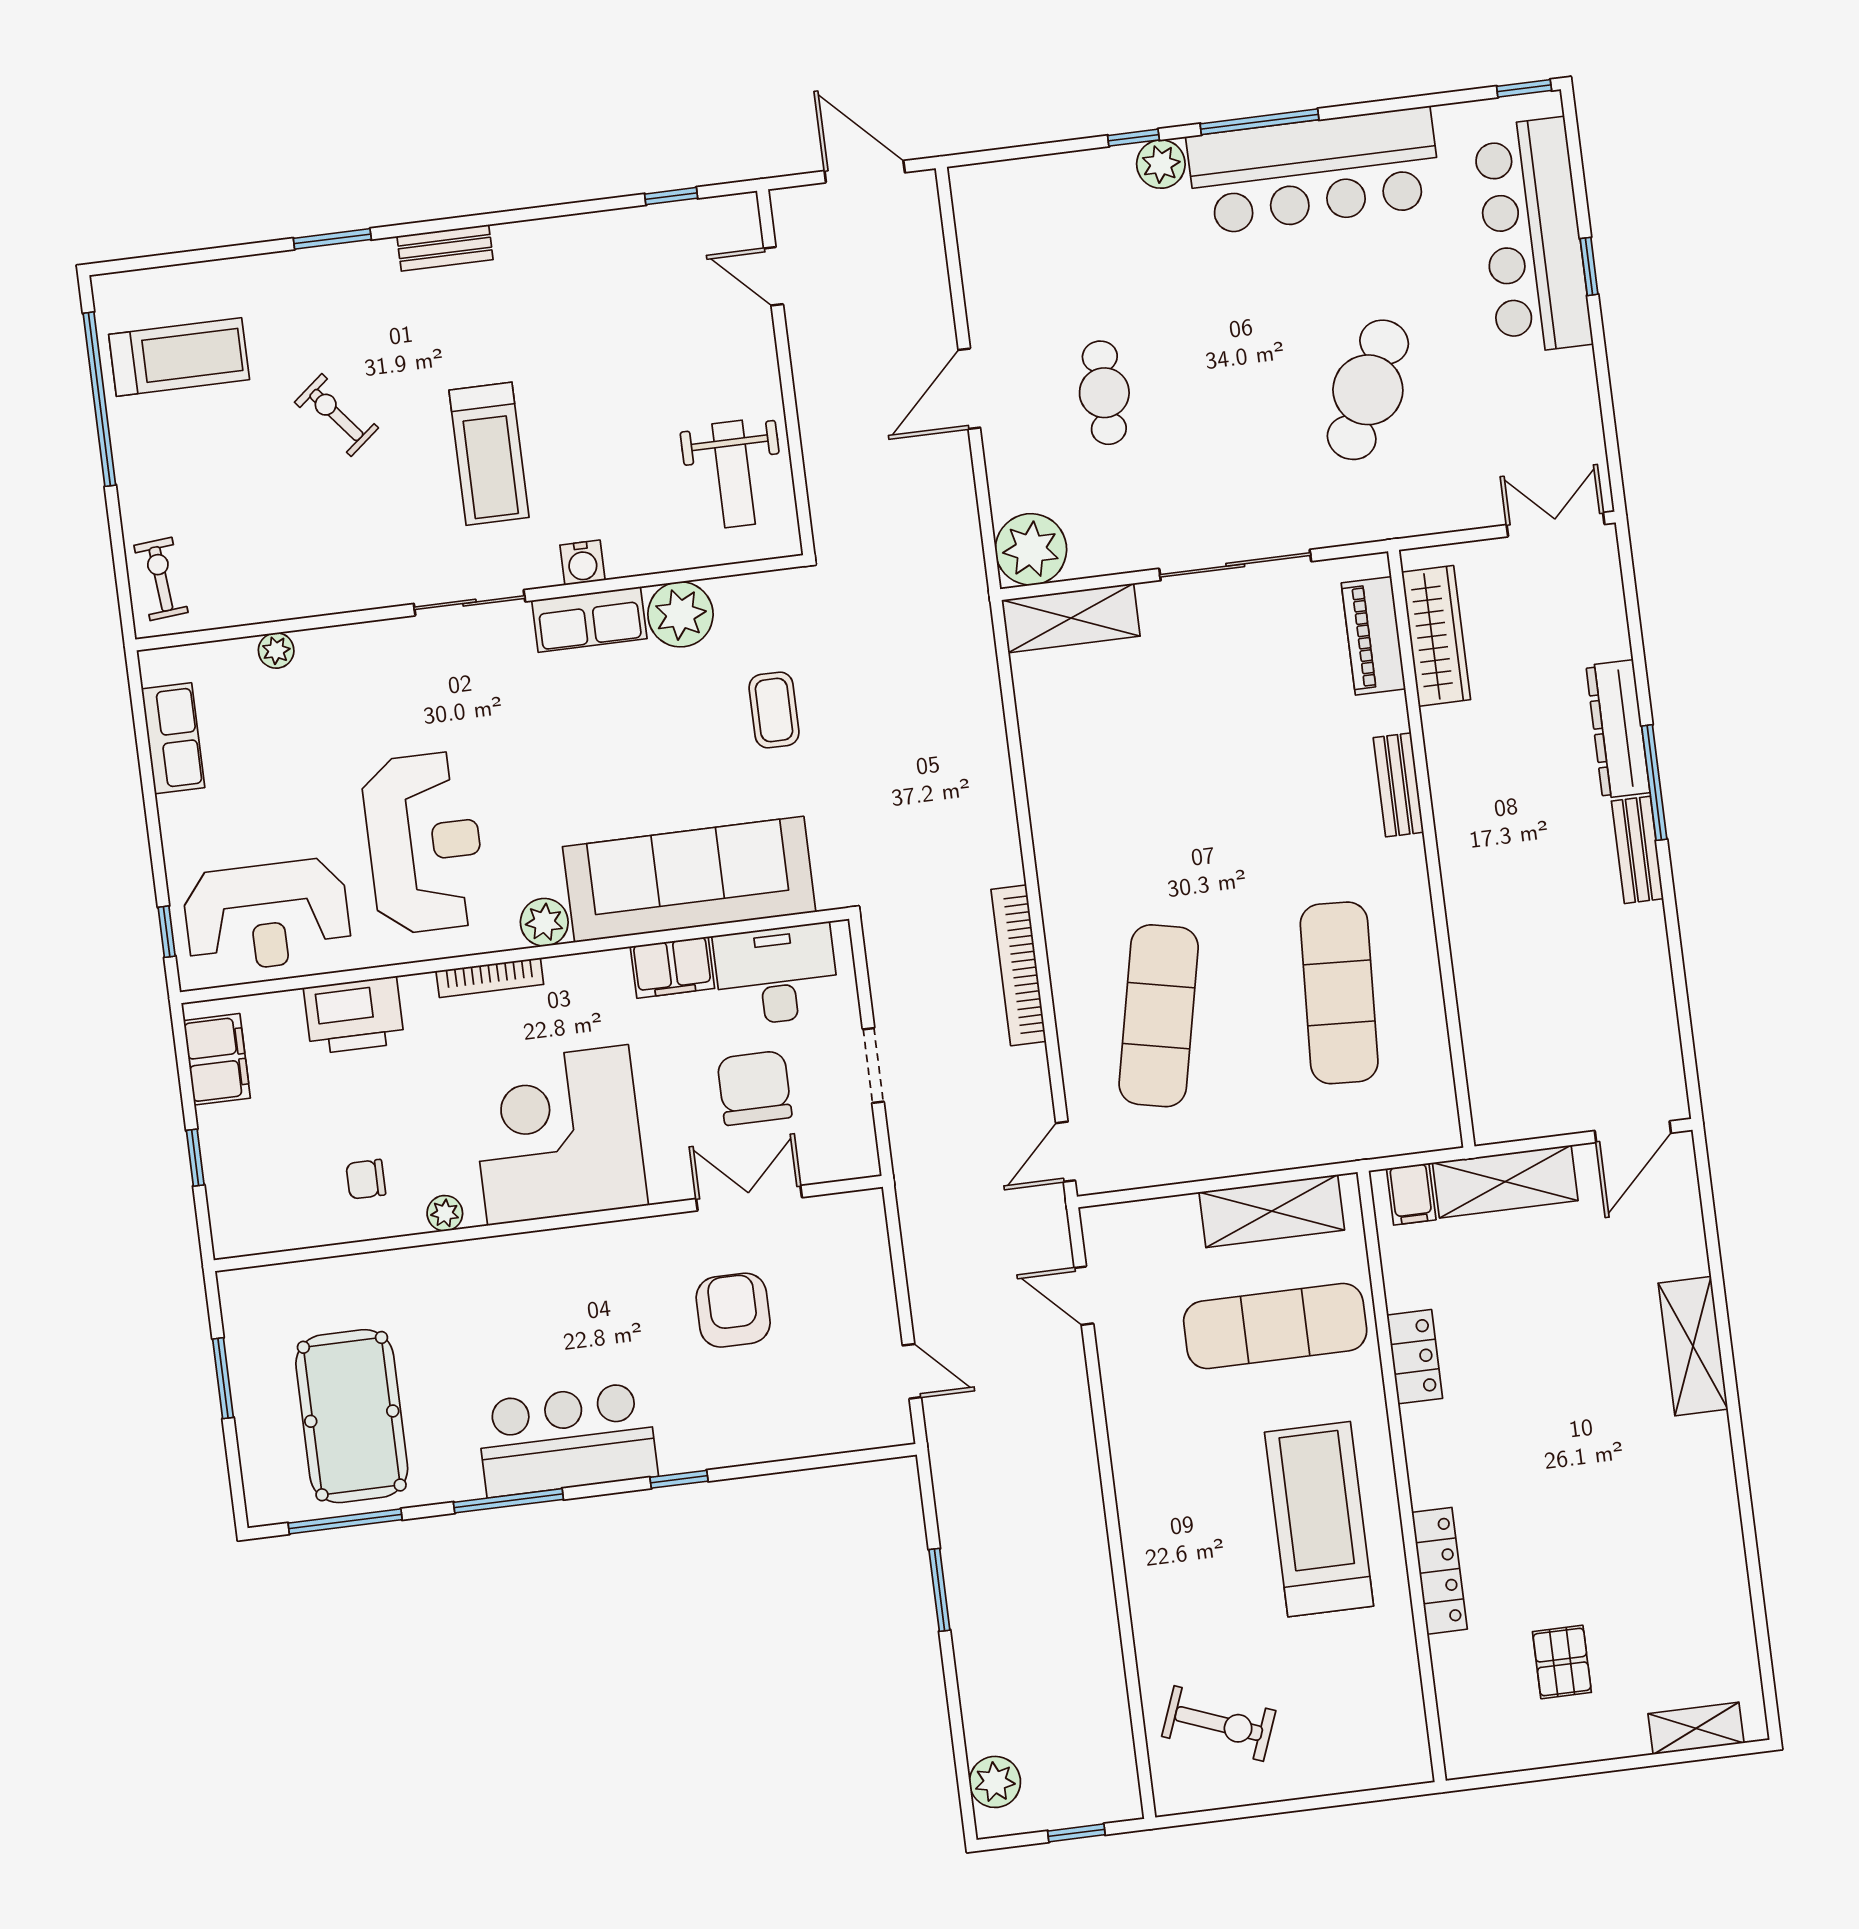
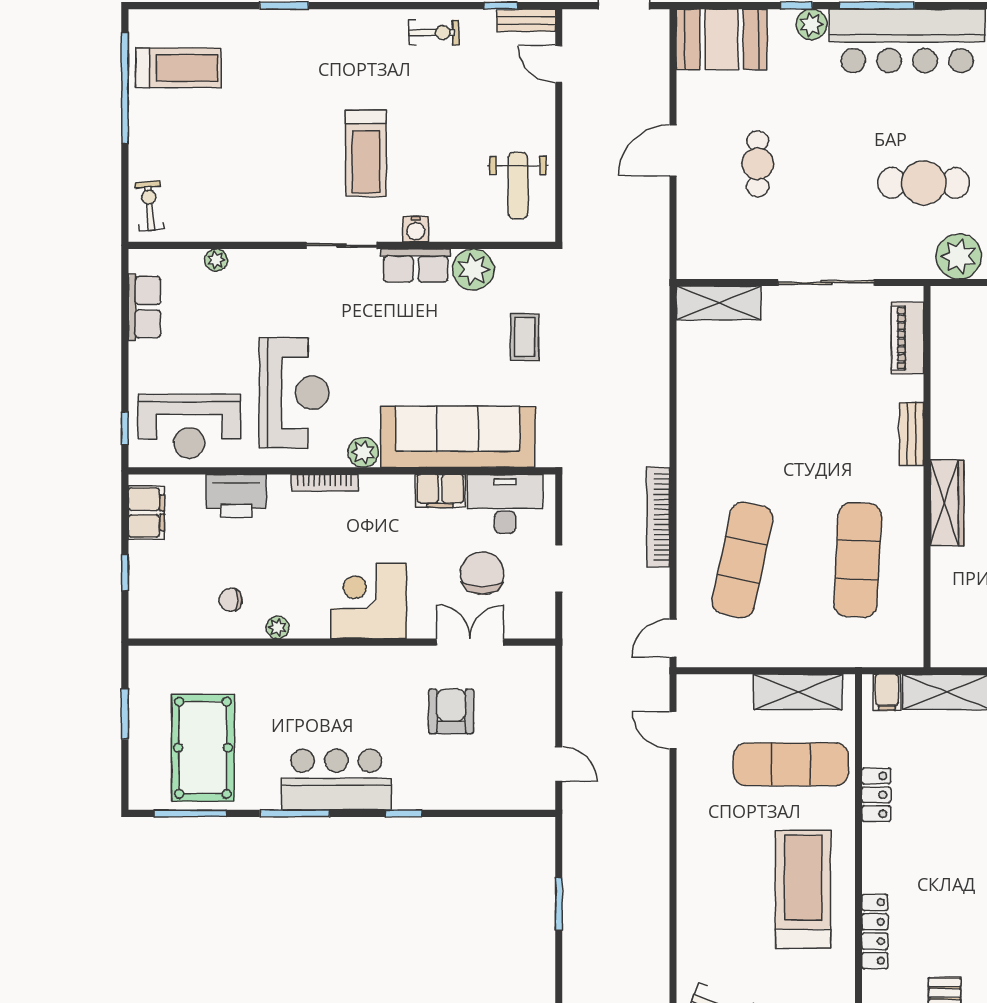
booth: (1023, 205) -> (722, 39), added
bench: (445, 248) -> (526, 20), moved
cafe table: (1368, 390) -> (924, 183), turned 64
exercise bike: (336, 415) -> (434, 33), moved, turned 129
plant: (1031, 549) -> (959, 256), moved
wardrobe: (1436, 636) -> (947, 503), moved
corner desk: (558, 1135) -> (369, 601), width x0.74, depth x0.74

